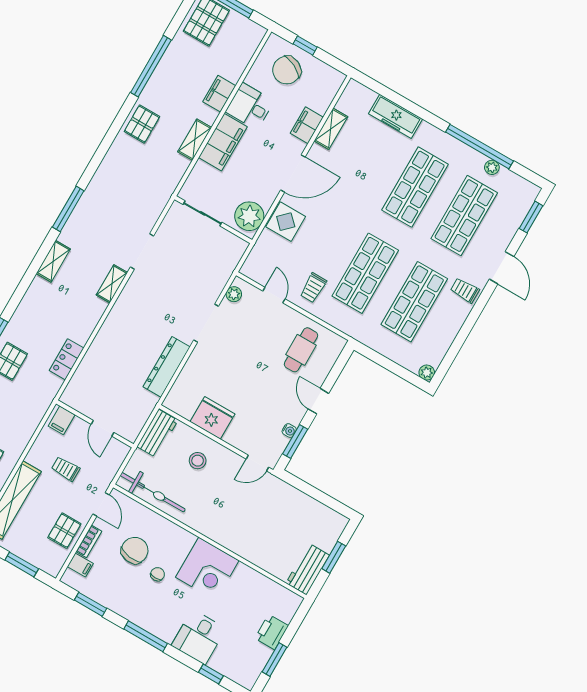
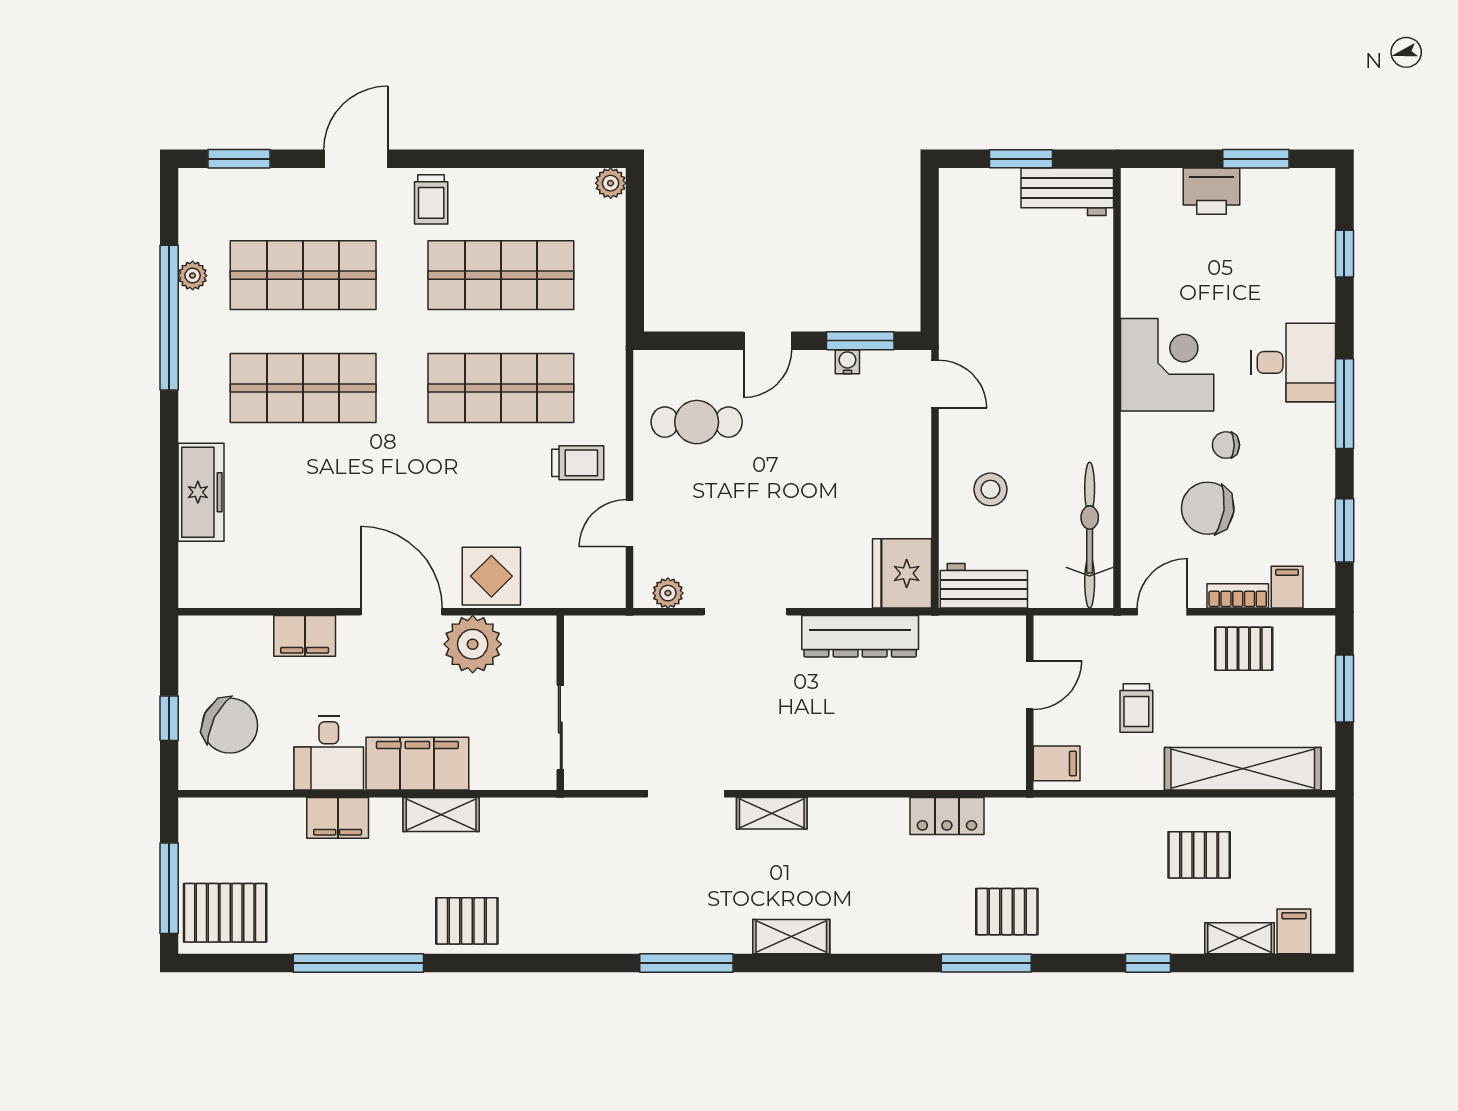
shelving: (331, 129) -> (287, 591), removed
plant: (249, 216) -> (473, 644), moved
fridge: (212, 418) -> (902, 573), moved
desk: (199, 637) -> (1293, 362), moved

